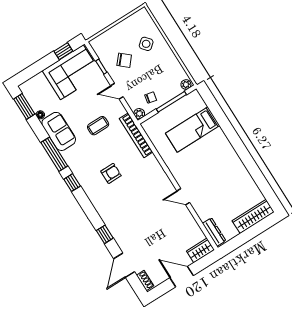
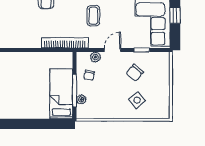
window: (63, 51) -> (175, 15), moved
plant: (186, 85) -> (81, 99), moved
plant: (139, 114) -> (95, 57), moved
bed: (193, 129) -> (61, 94), moved

